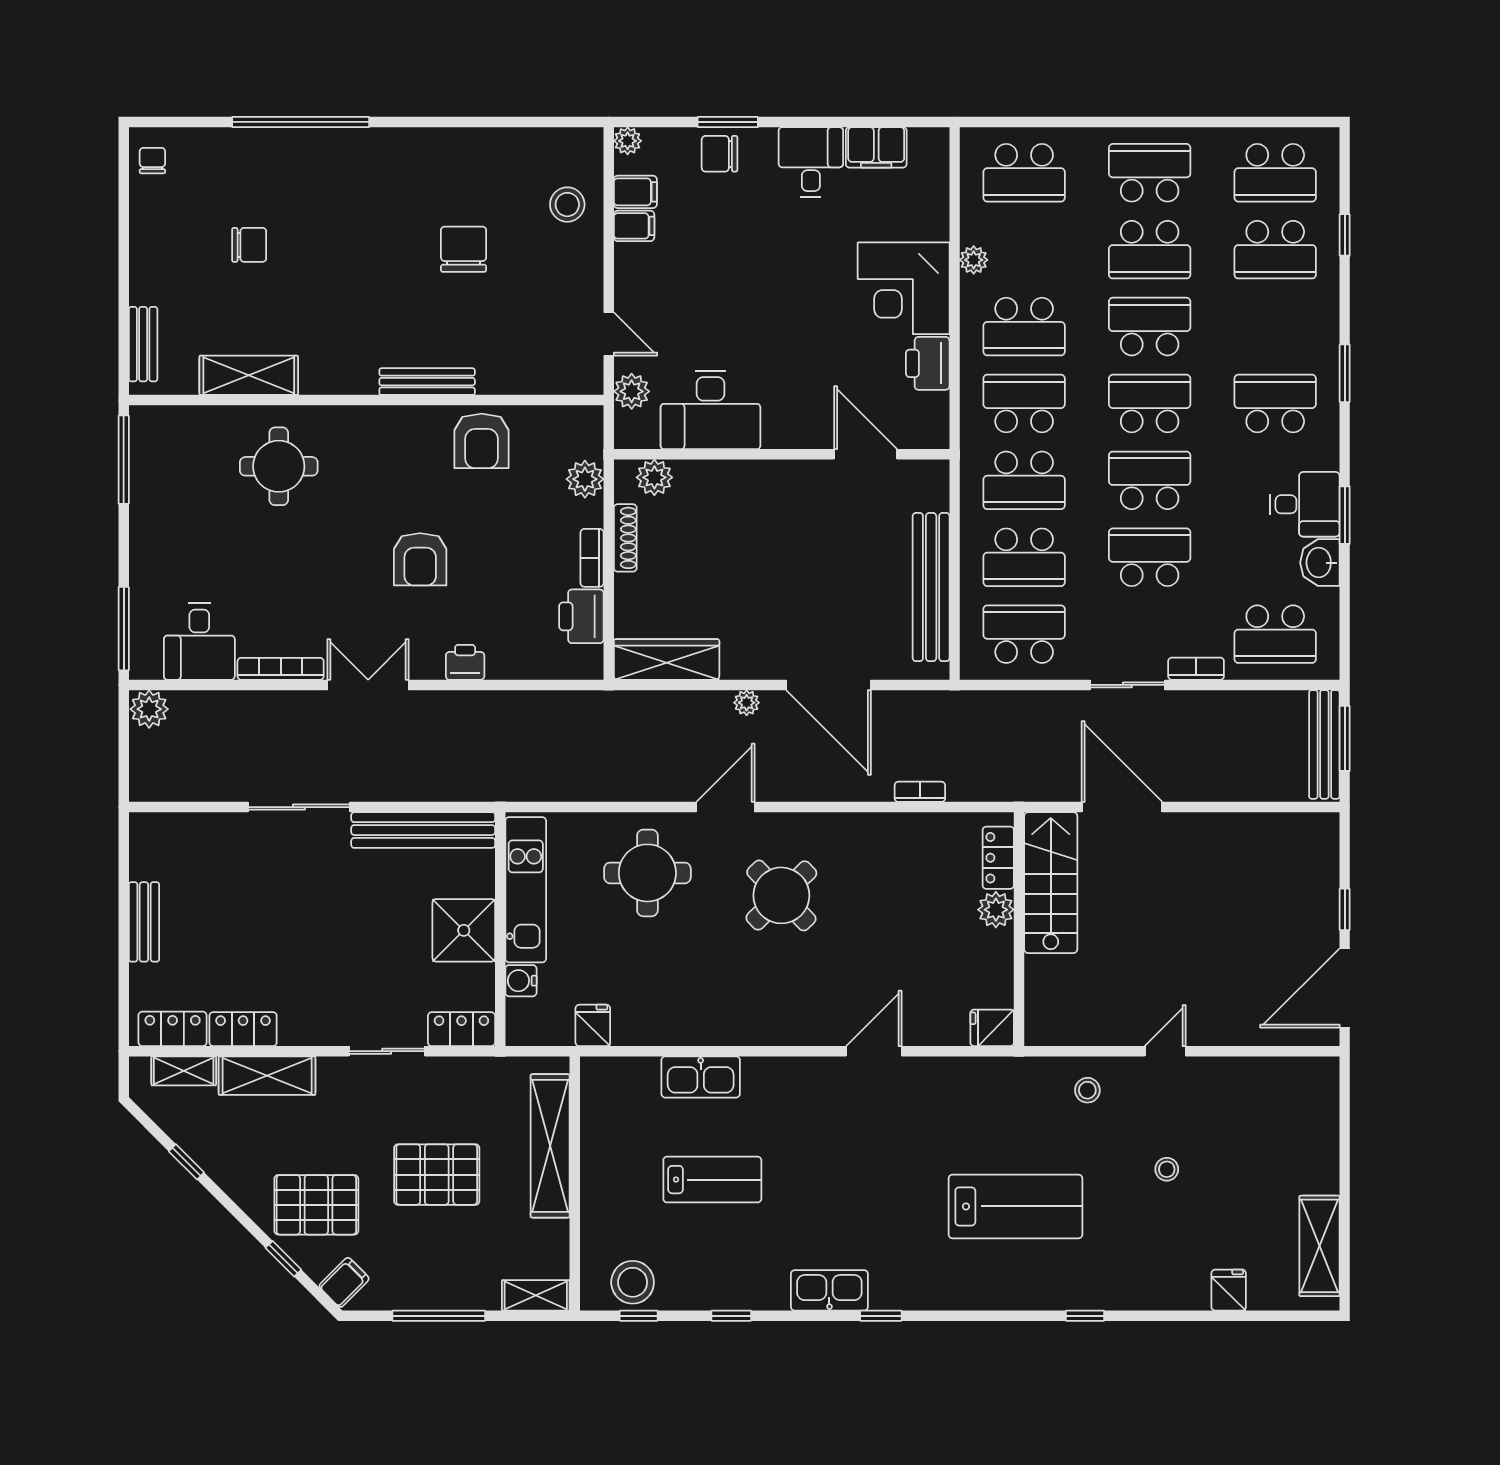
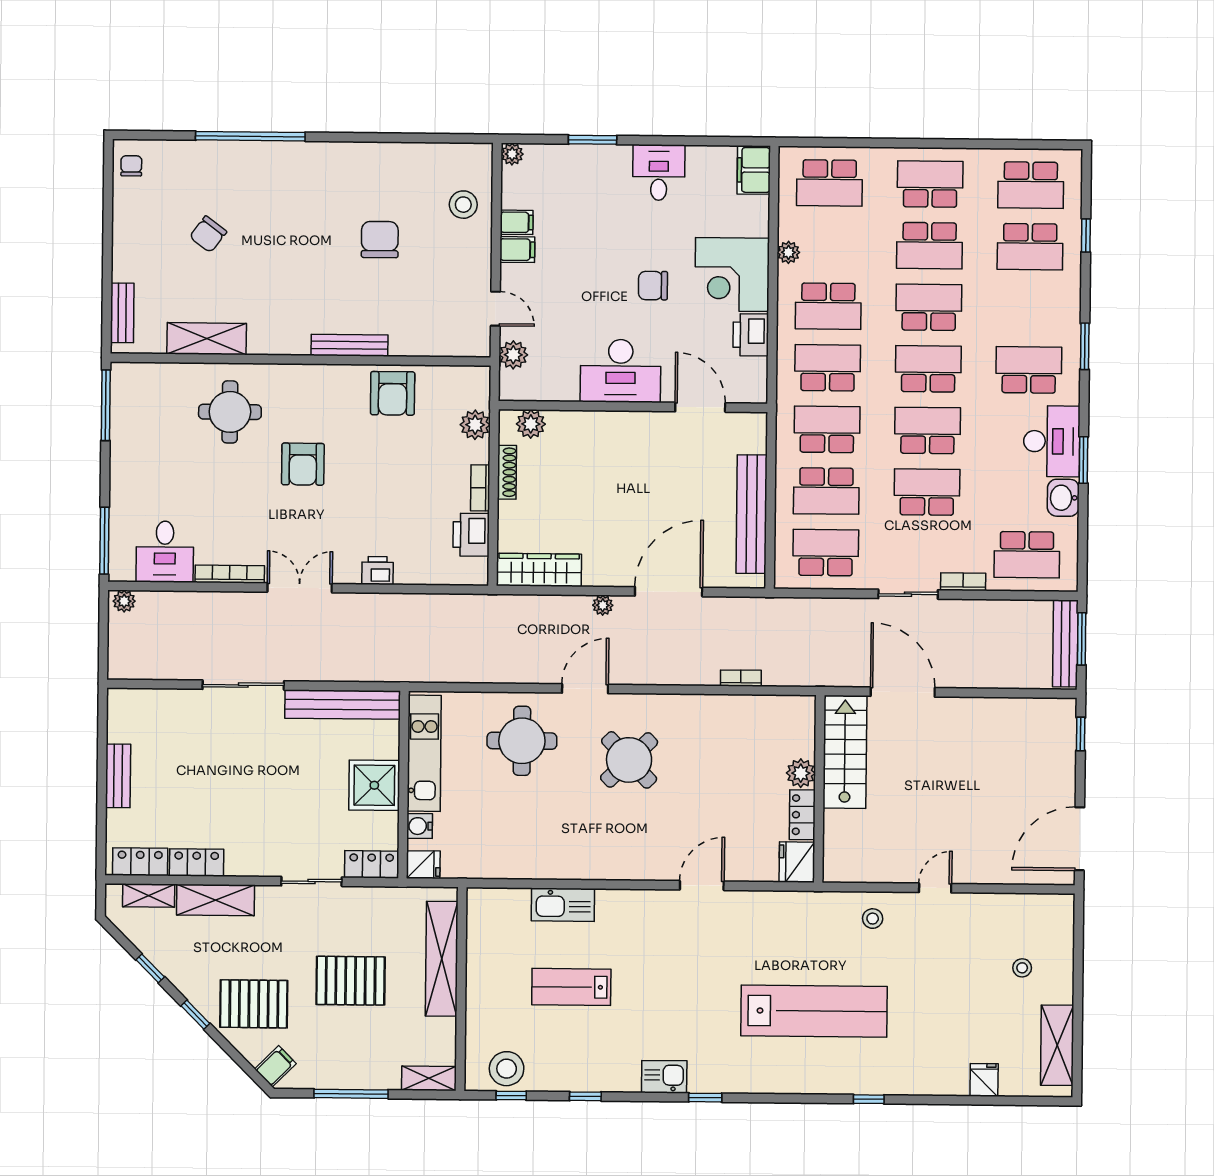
filing cabinet: (876, 147) -> (754, 170), moved, turned 90
chair: (720, 154) -> (653, 286), moved
filing cabinet: (635, 192) -> (517, 250), moved
chair: (249, 245) -> (208, 234), turned 127
desk: (711, 410) -> (621, 371), moved
school desk: (1024, 480) -> (827, 429), turned 180
desk: (1305, 504) -> (1052, 441), width x1.37
armchair: (420, 559) -> (303, 464), moved
door: (829, 685) -> (669, 592), swing flipped
plant: (149, 709) -> (124, 601), width x0.73, depth x0.73
locker: (998, 858) -> (802, 815), moved
window: (1345, 909) -> (1081, 734), moved
fridge: (593, 1025) -> (423, 865), moved, turned 90
fridge: (992, 1028) -> (797, 862), width x1.38
stool: (1167, 1169) -> (1022, 968), moved
lab bench: (712, 1180) -> (571, 987), turned 180
lab bench: (1015, 1206) -> (814, 1011), width x1.36
window: (283, 1259) -> (195, 1015), moved
kitchen sink: (829, 1290) -> (664, 1077), width x0.73

